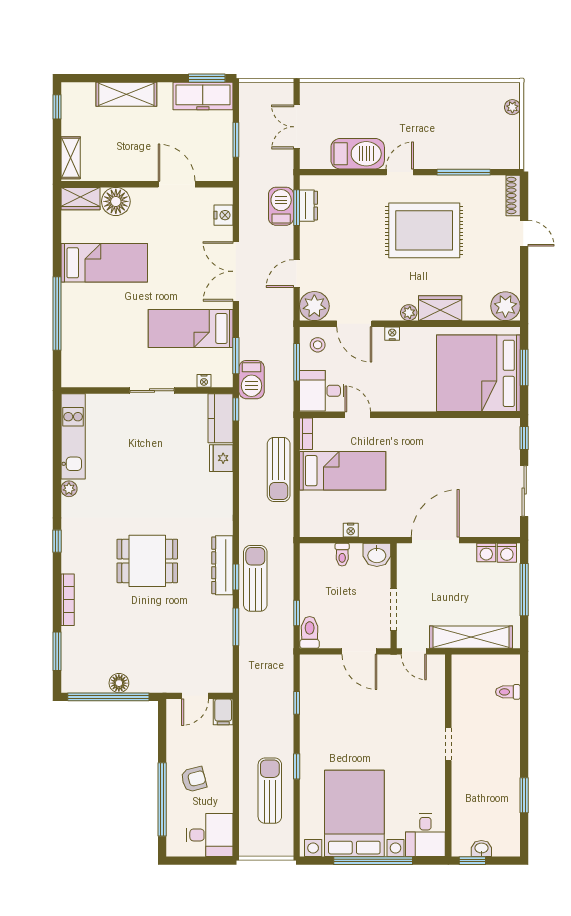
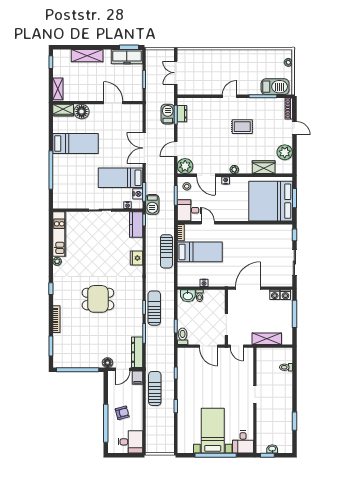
barbecue: (358, 154) -> (275, 87), moved
nightstand: (224, 215) -> (138, 194), moved
rug: (424, 230) -> (242, 127), width x0.54, depth x0.49
plant: (505, 306) -> (285, 152), moved
wardrobe: (440, 308) -> (264, 167), moved
fridge: (221, 458) -> (137, 258), moved
washbasin: (377, 555) -> (188, 296), moved
dresser: (222, 565) -> (137, 352), moved
shelving: (471, 637) -> (267, 339), width x0.68
floor lamp: (119, 683) -> (108, 363), moved
sun lounger: (270, 791) -> (155, 388), moved
bed with nightstands: (354, 813) -> (213, 431), width x0.73

